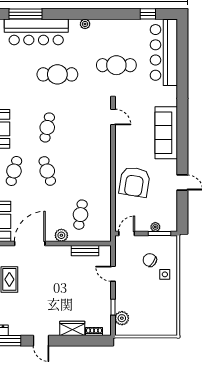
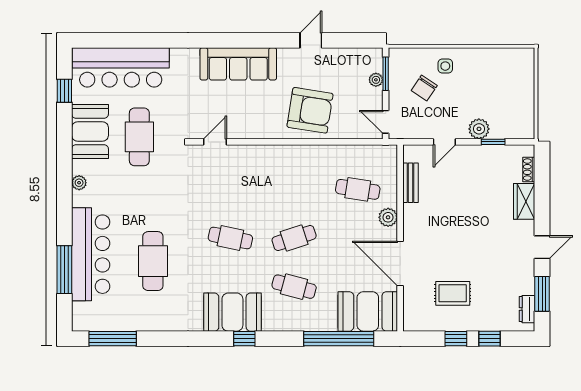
booth: (120, 31) -> (90, 131), added
cafe table: (57, 74) -> (153, 261), moved
plant: (122, 318) -> (479, 129), moved

